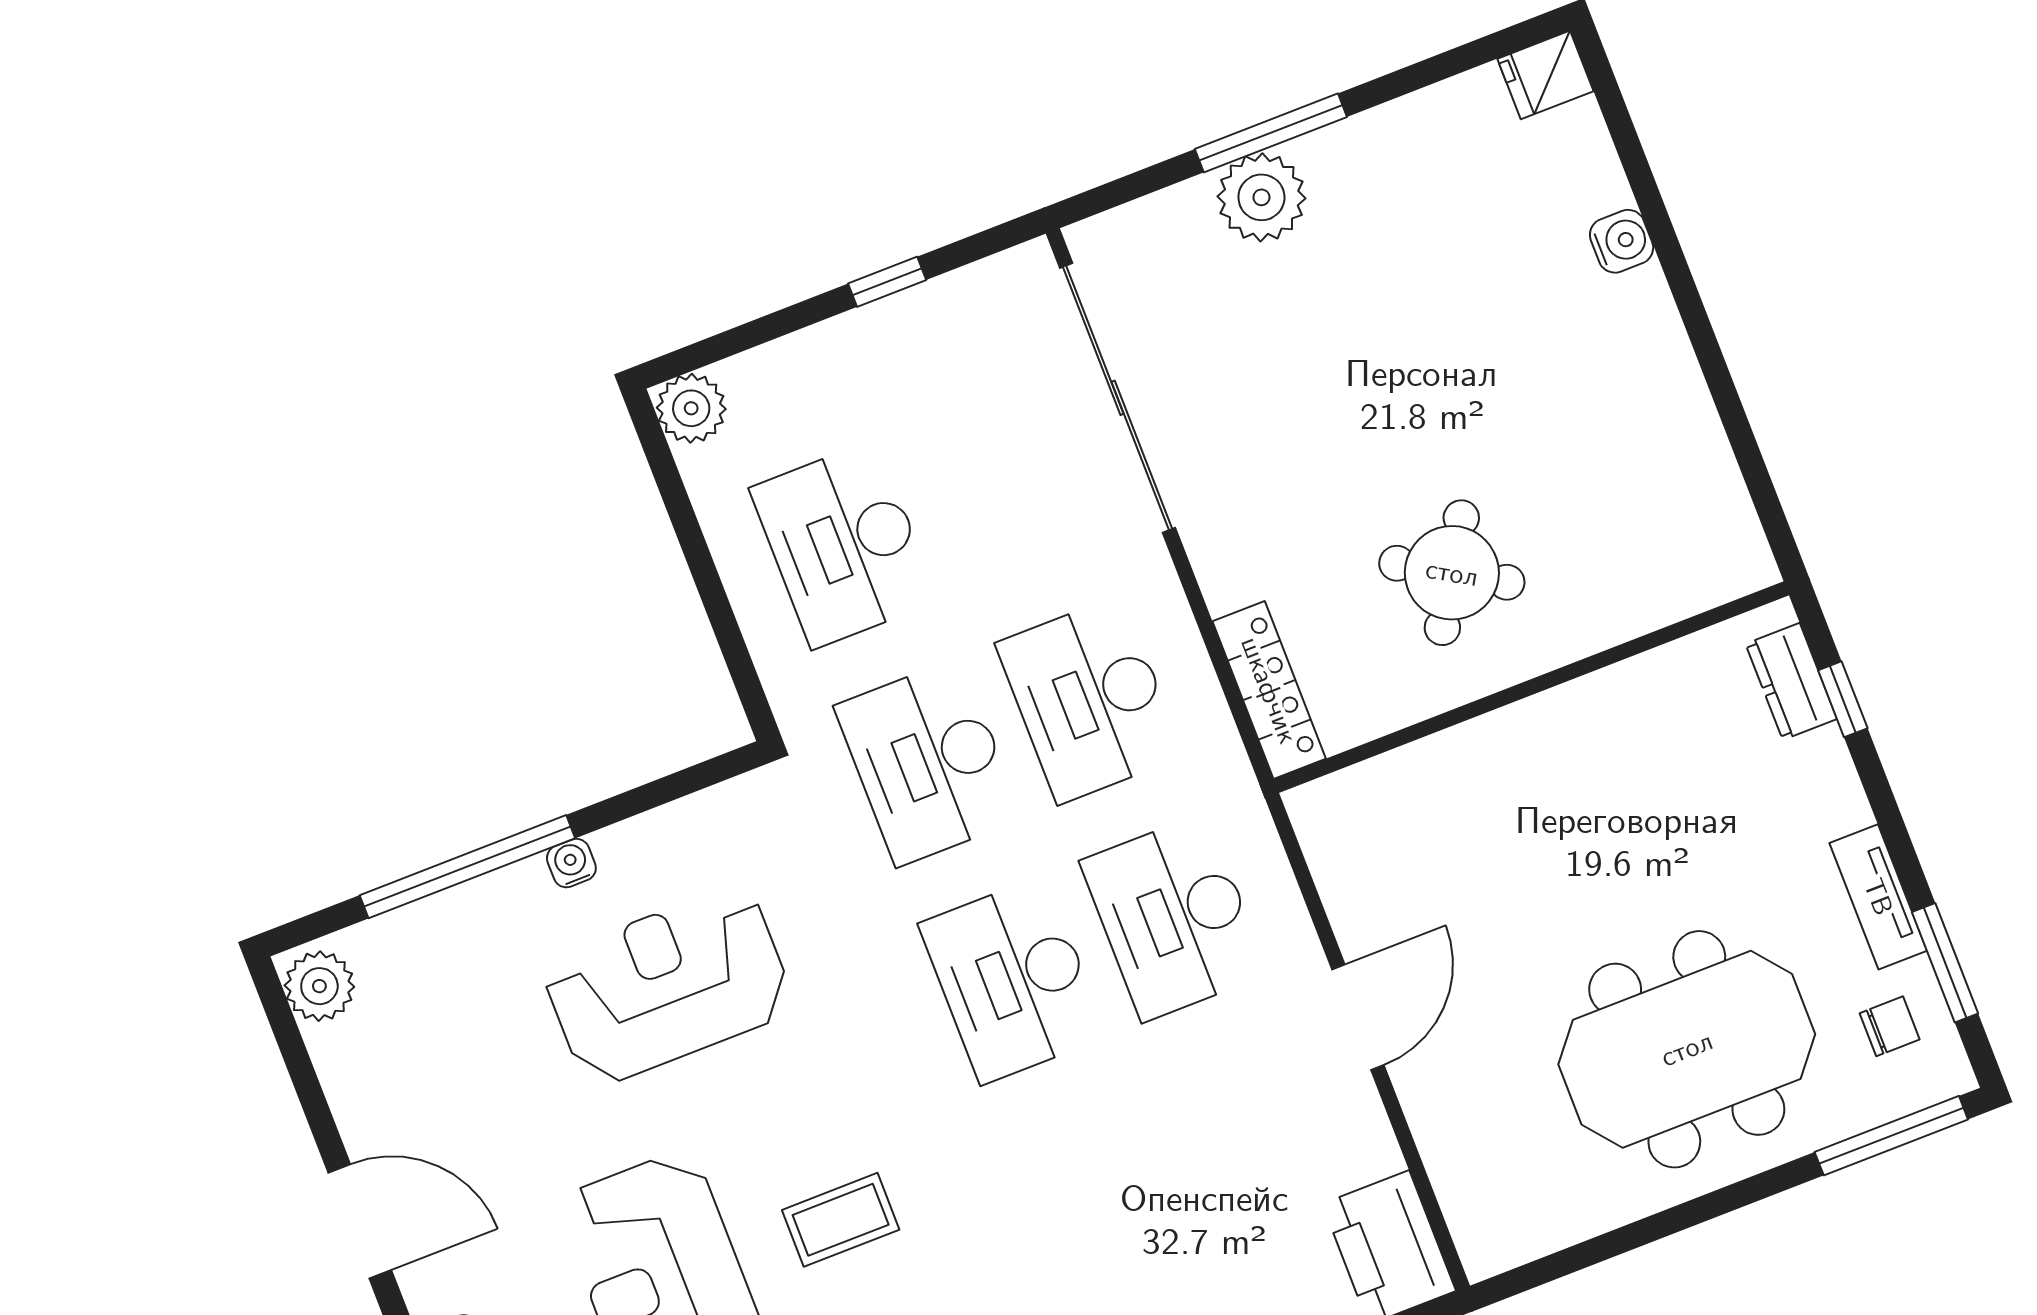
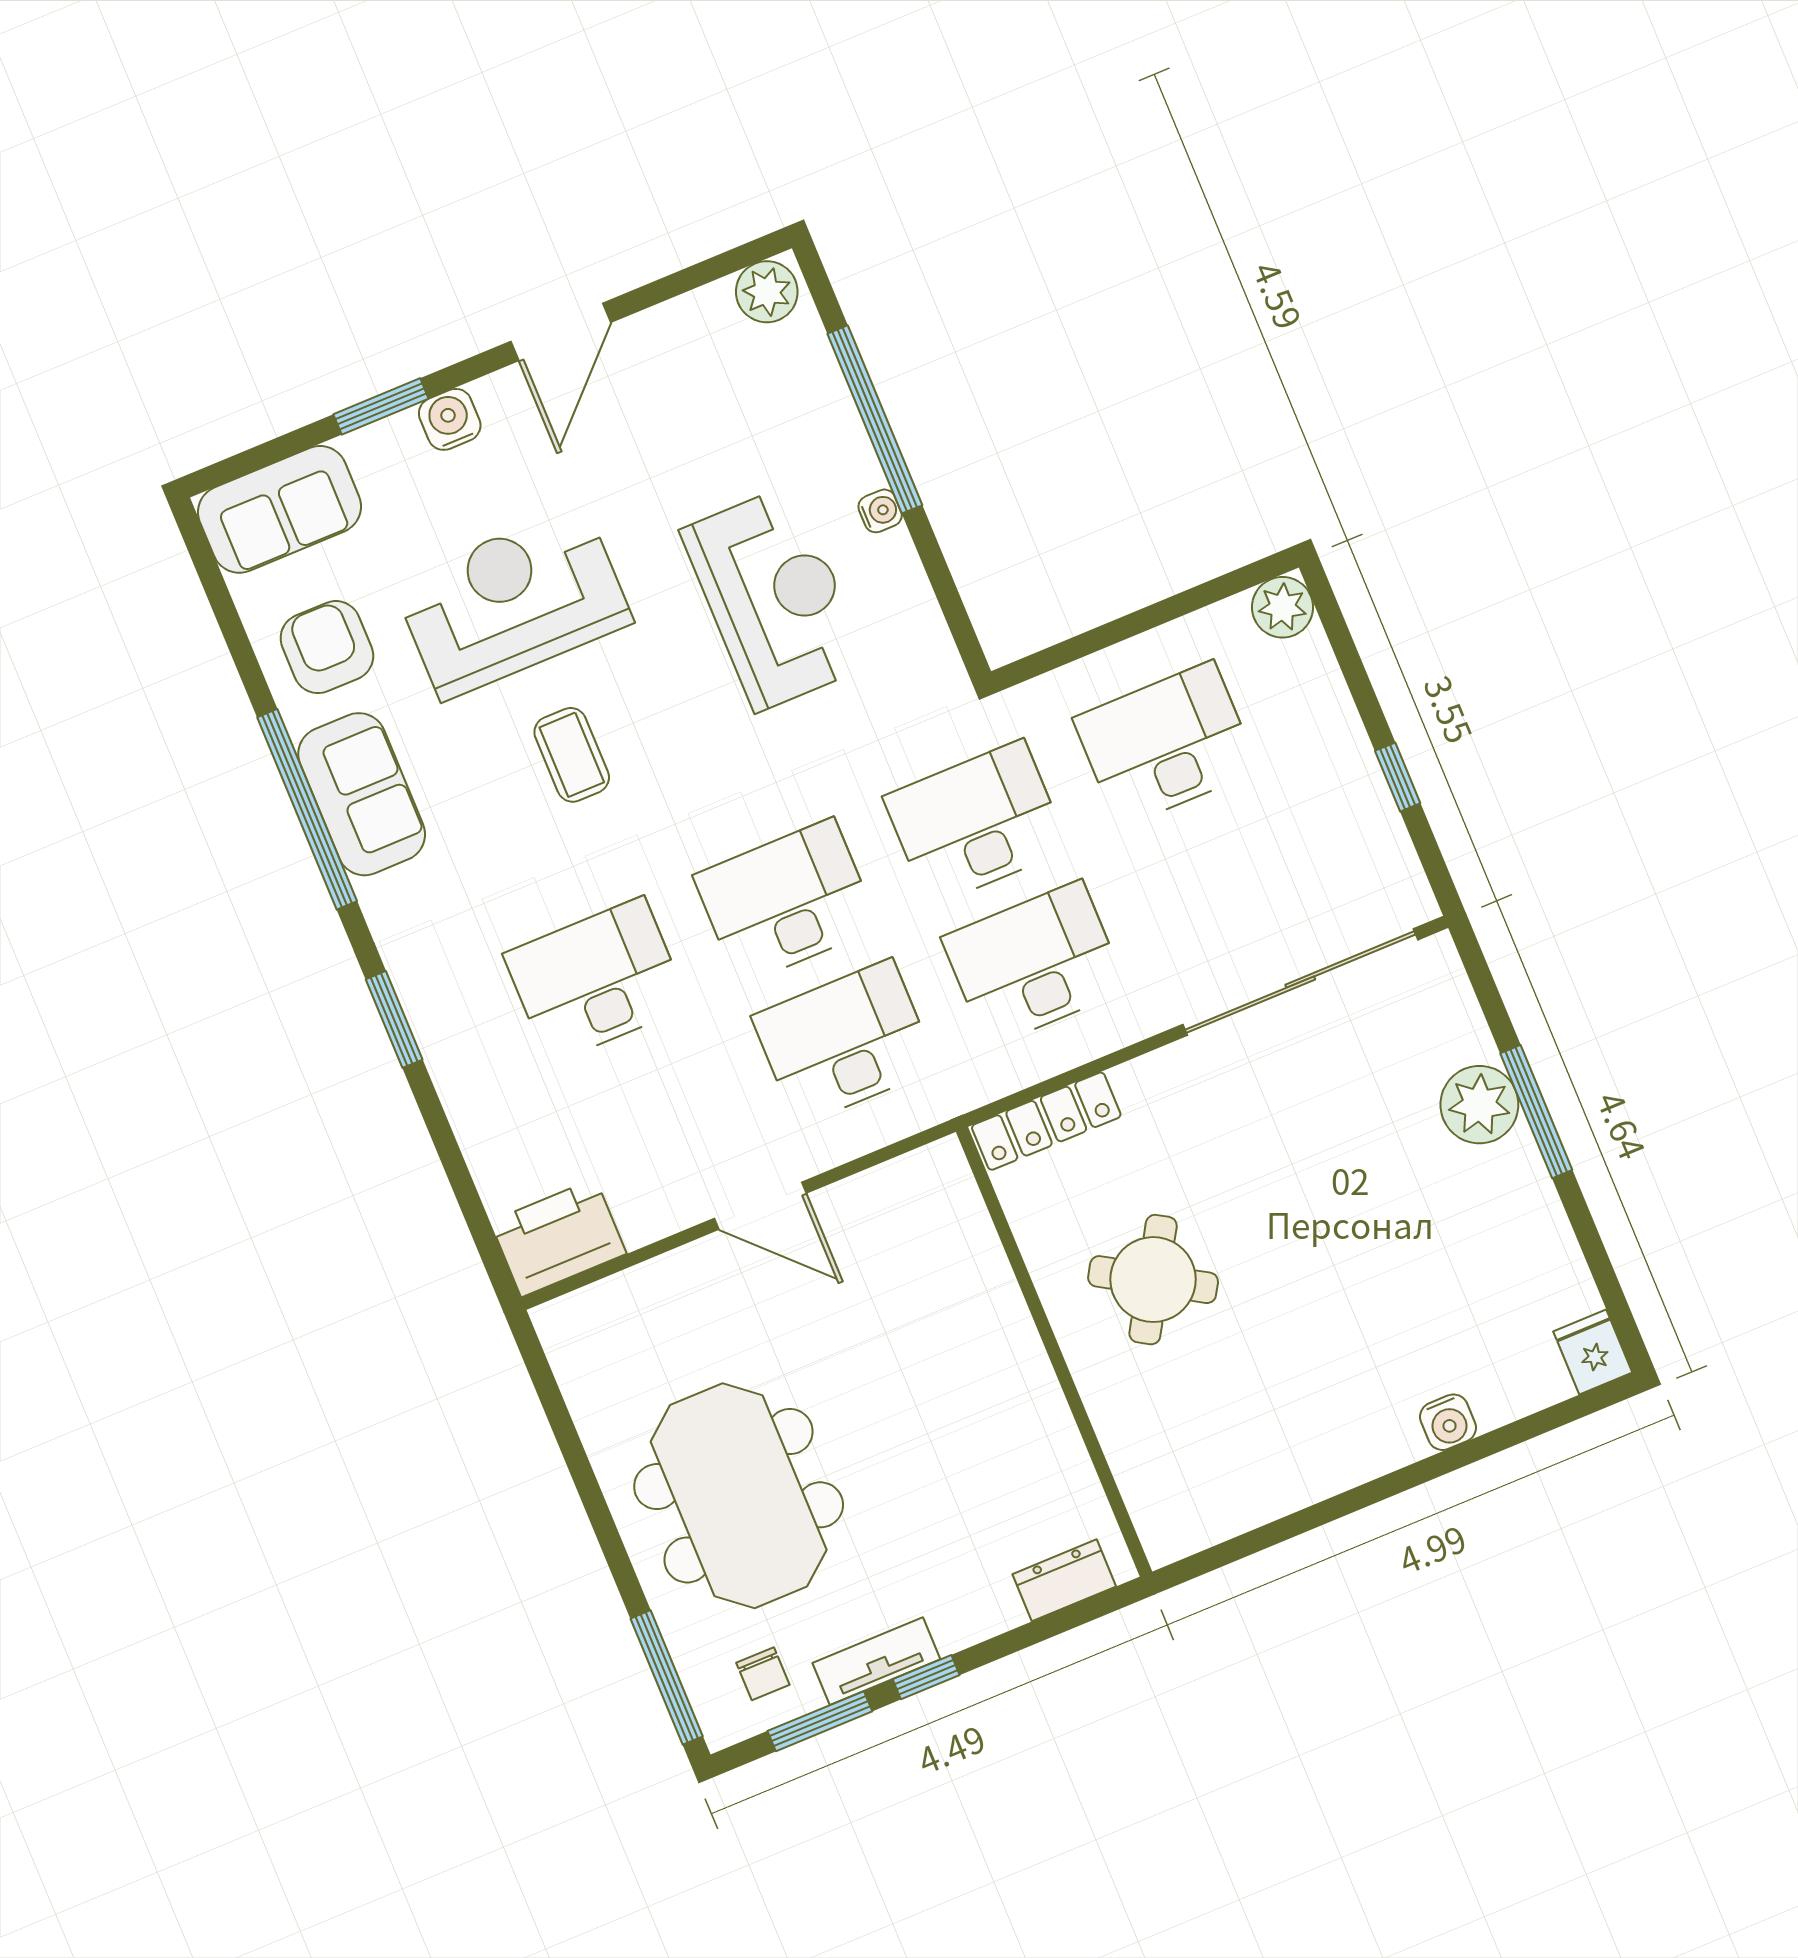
window: (1843, 699) -> (926, 1677), moved
desk: (1097, 1198) -> (596, 980), added

